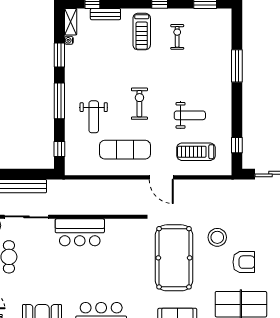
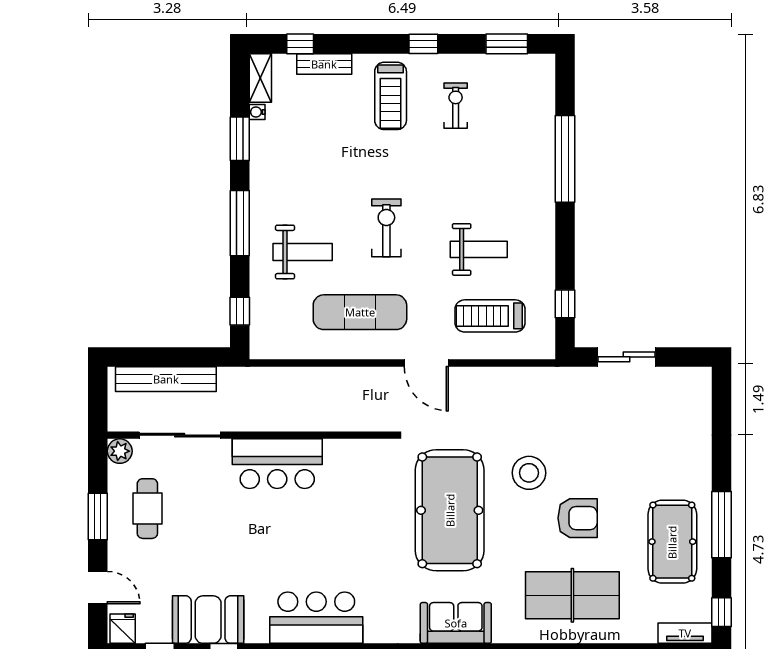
window: (237, 66) -> (565, 159), width x1.46
weight bench: (94, 117) -> (303, 252), turned -90

